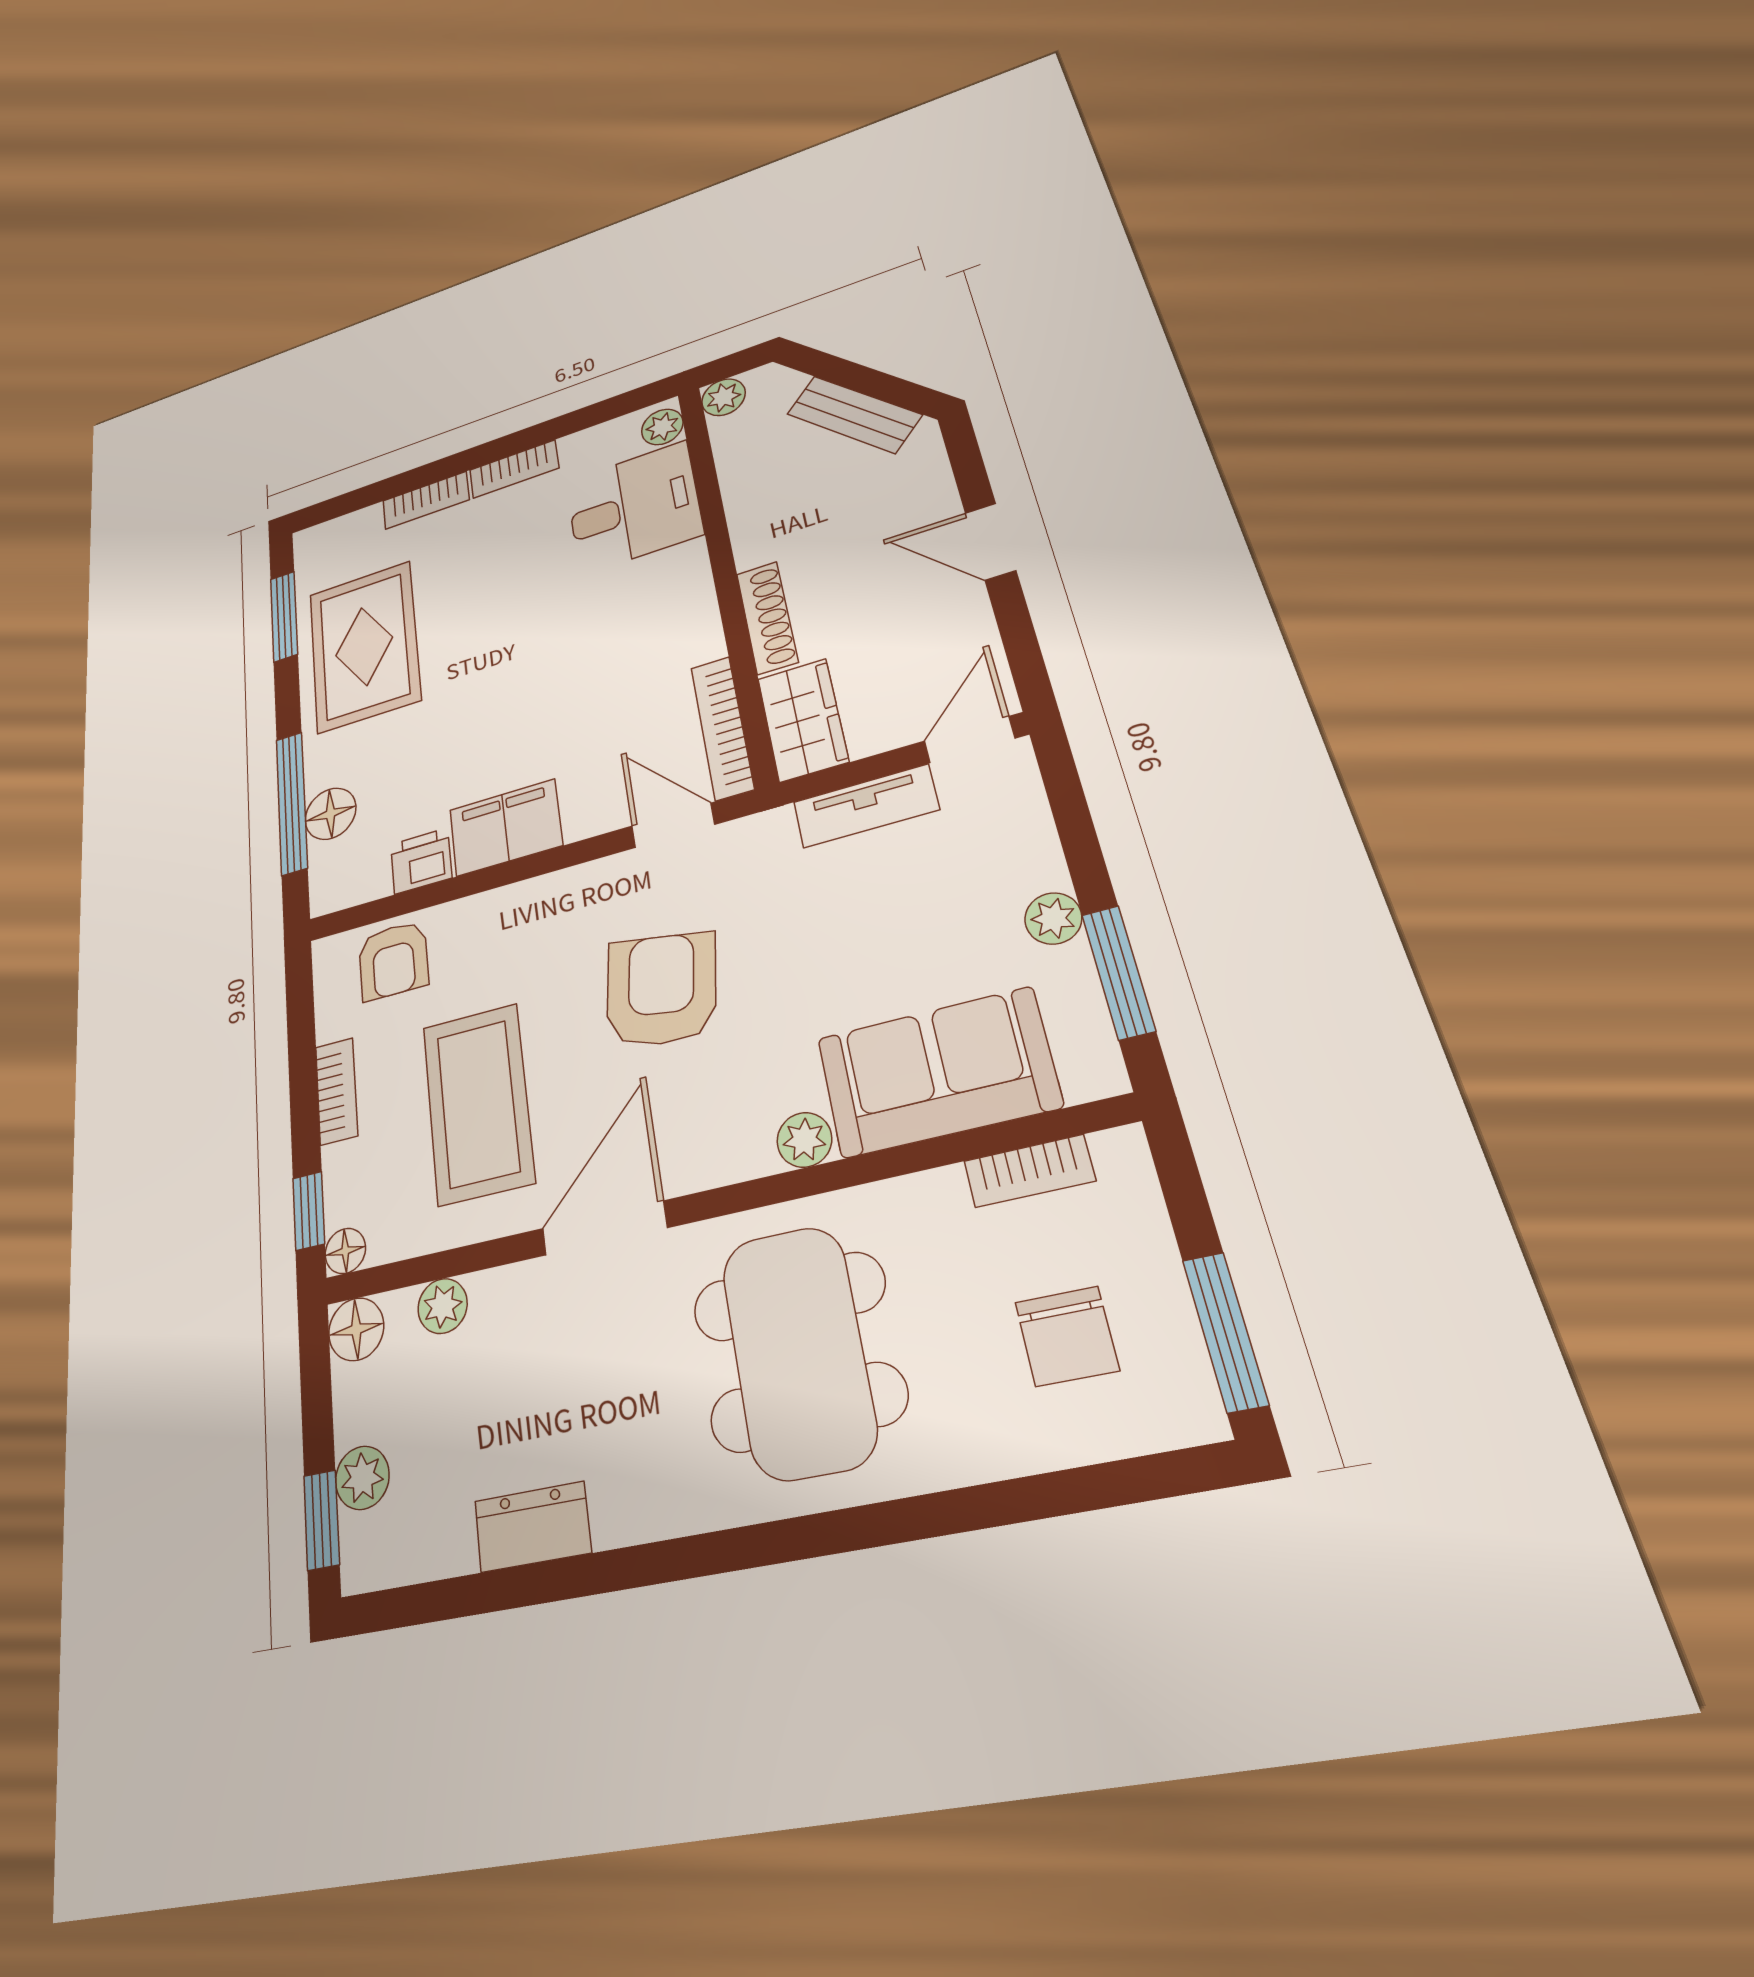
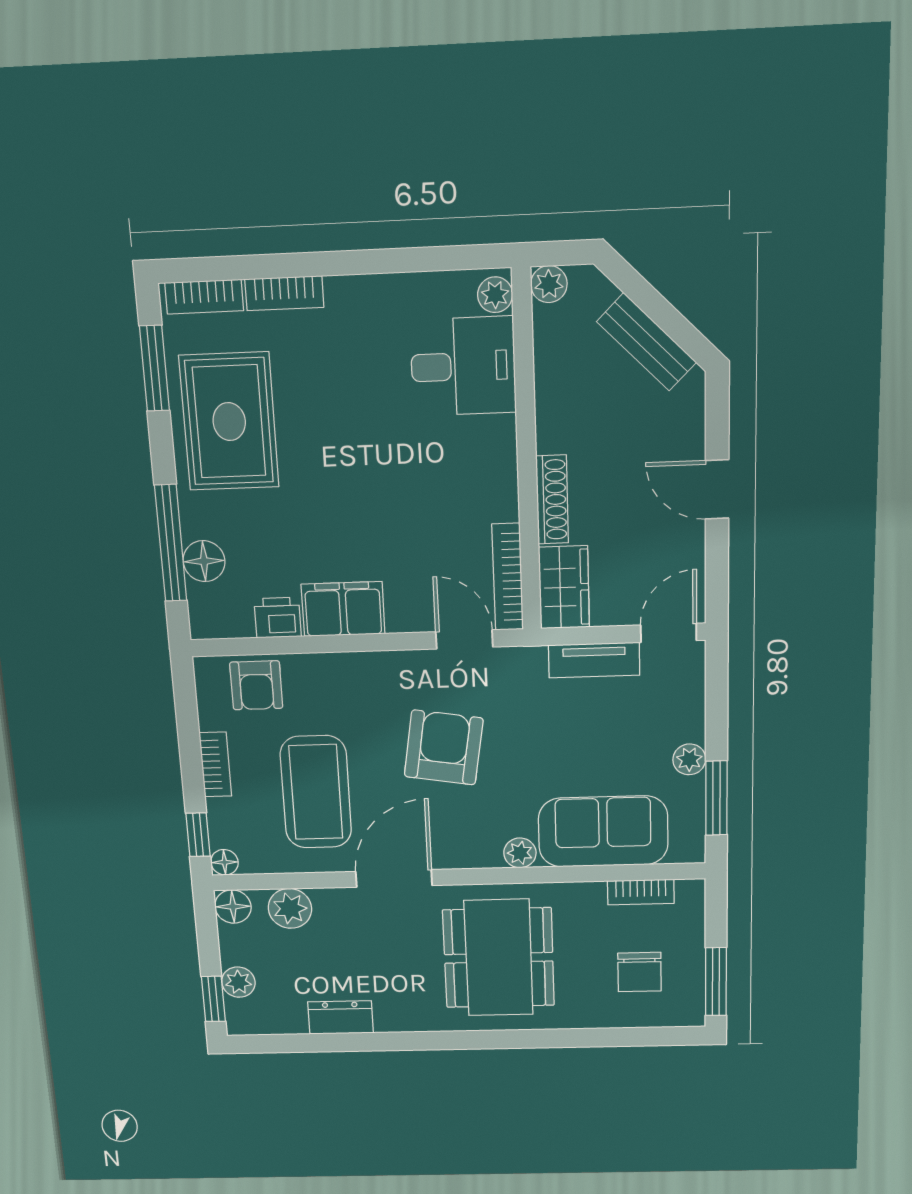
bookcase: (514, 469) -> (204, 297), moved
plant: (443, 1306) -> (290, 908), width x1.38, depth x1.38

